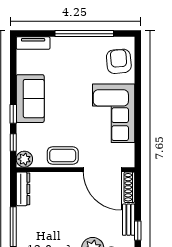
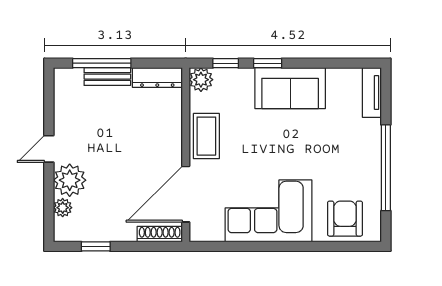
armchair: (119, 61) -> (345, 219), turned -85
bench: (129, 220) -> (107, 77), moved

